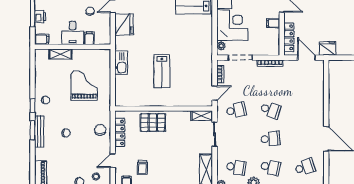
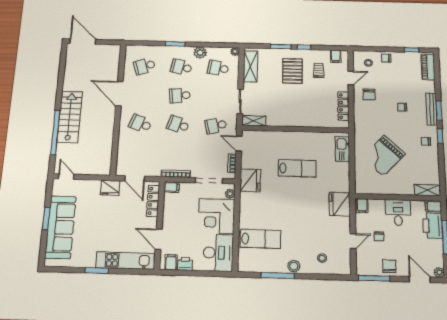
printer: (40, 17) -> (433, 226), width x1.87, depth x1.48
filing cabinet: (273, 23) -> (172, 187), moved
fridge: (124, 25) -> (340, 204), moved
filing cabinet: (89, 38) -> (362, 206), moved
shelving: (60, 54) -> (427, 190), moved
fridge: (203, 59) -> (250, 180), added
kitchen sink: (121, 63) -> (342, 149), moved
lab bench: (162, 71) -> (297, 168), turned 90
grand piano: (84, 85) -> (384, 156), turned 43
door: (215, 93) -> (239, 144), hinge flipped
school desk: (305, 110) -> (140, 124), added
pallet: (153, 123) -> (292, 71), moved, turned 90
chair: (100, 130) -> (369, 95), moved

